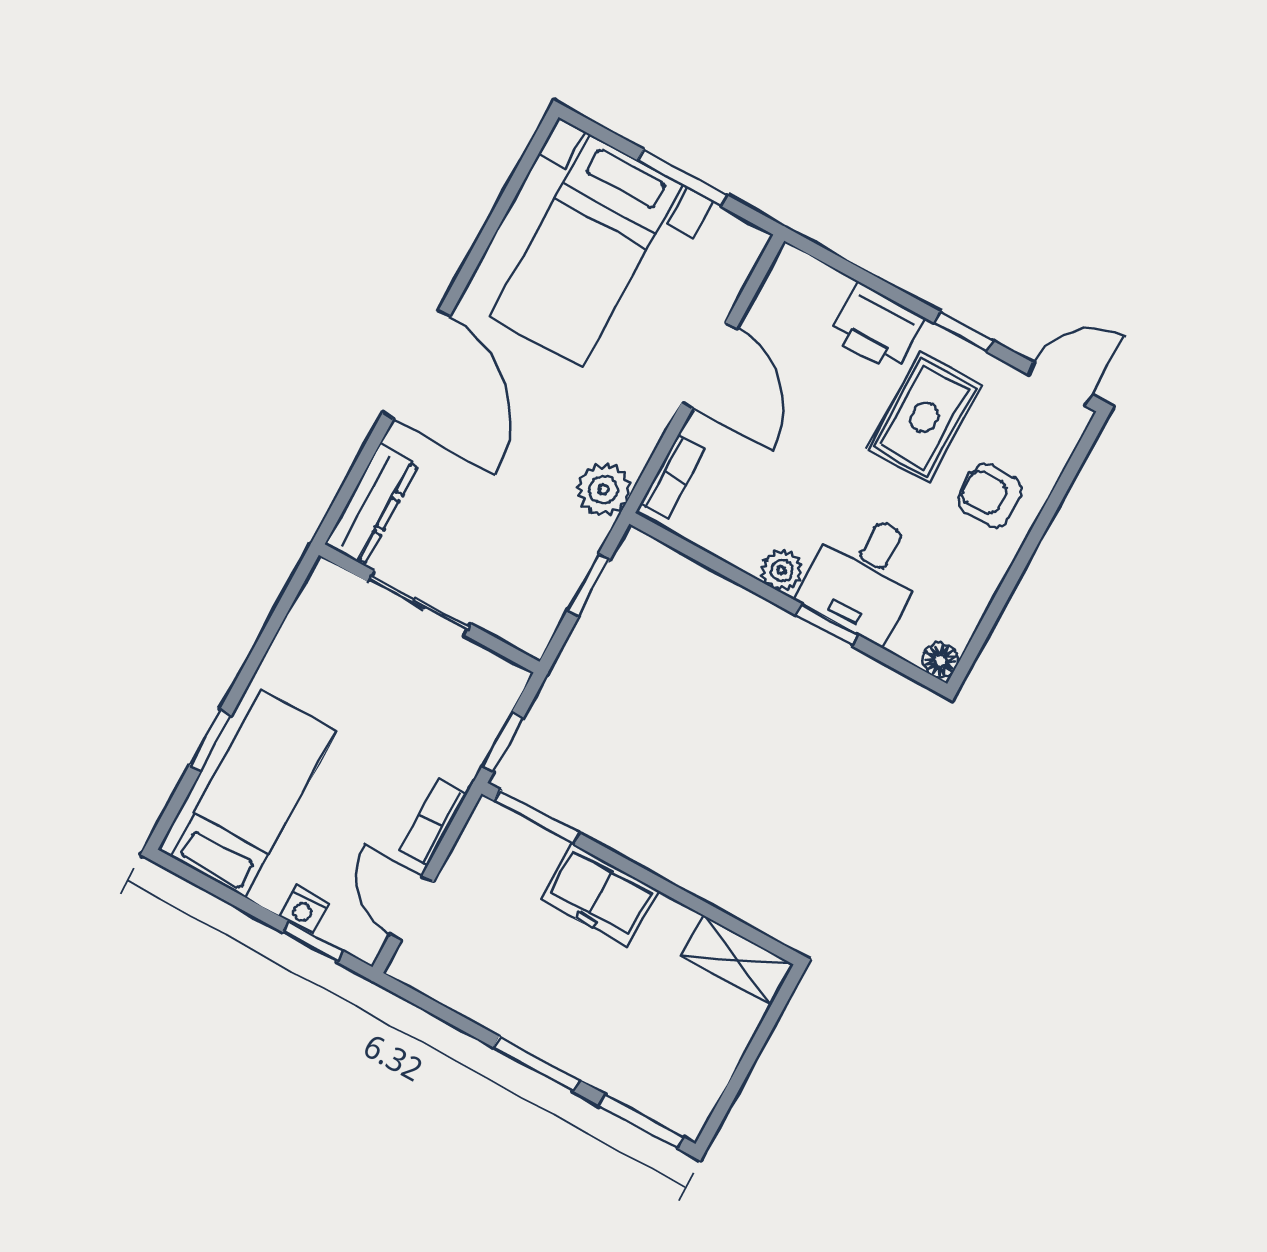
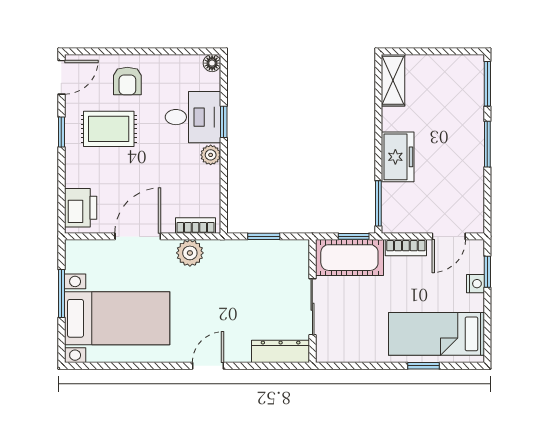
printer: (877, 328) -> (81, 208), moved
door: (416, 364) -> (208, 366), width x0.53
door: (1060, 384) -> (61, 77), swing flipped
plant: (603, 490) -> (190, 253), moved
cot: (470, 715) -> (349, 258), added

